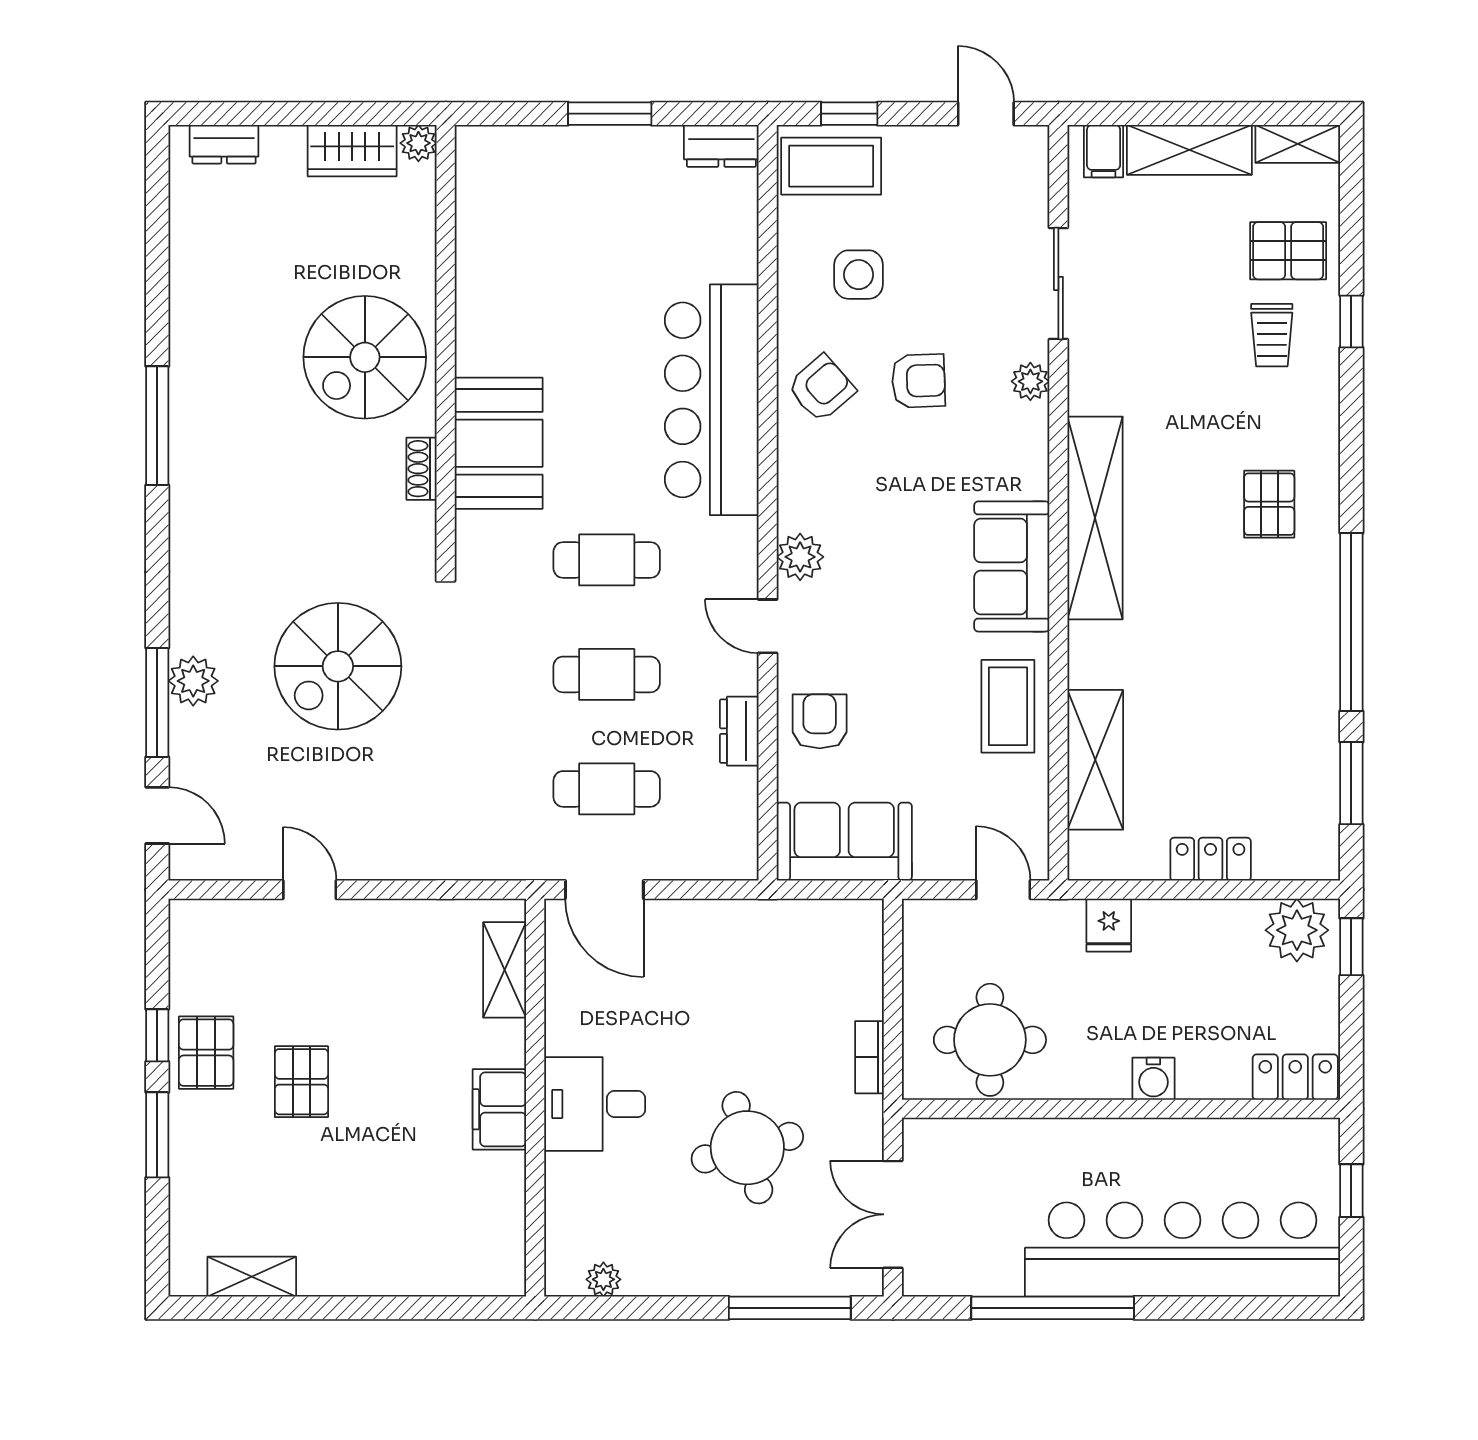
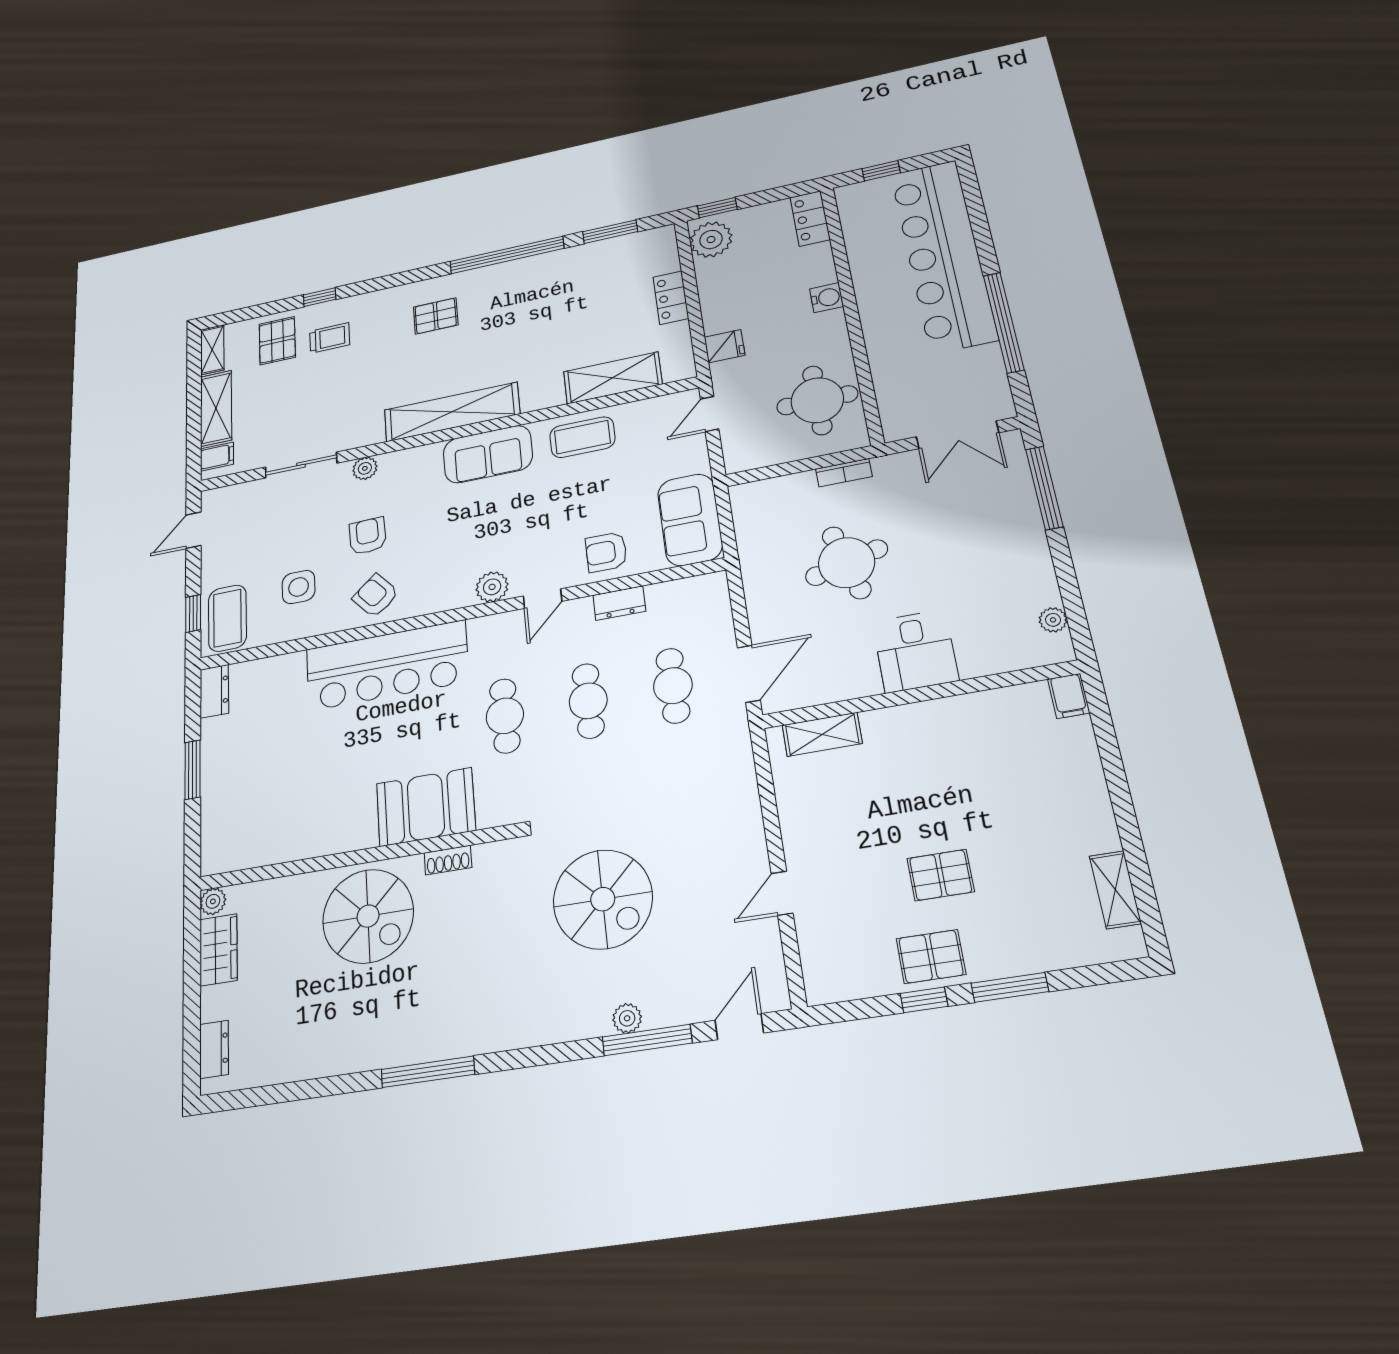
plant: (193, 681) -> (627, 1018), width x0.73, depth x0.73
filing cabinet: (499, 1109) -> (1069, 696), moved, width x0.50
round table: (747, 1148) -> (847, 563), moved

